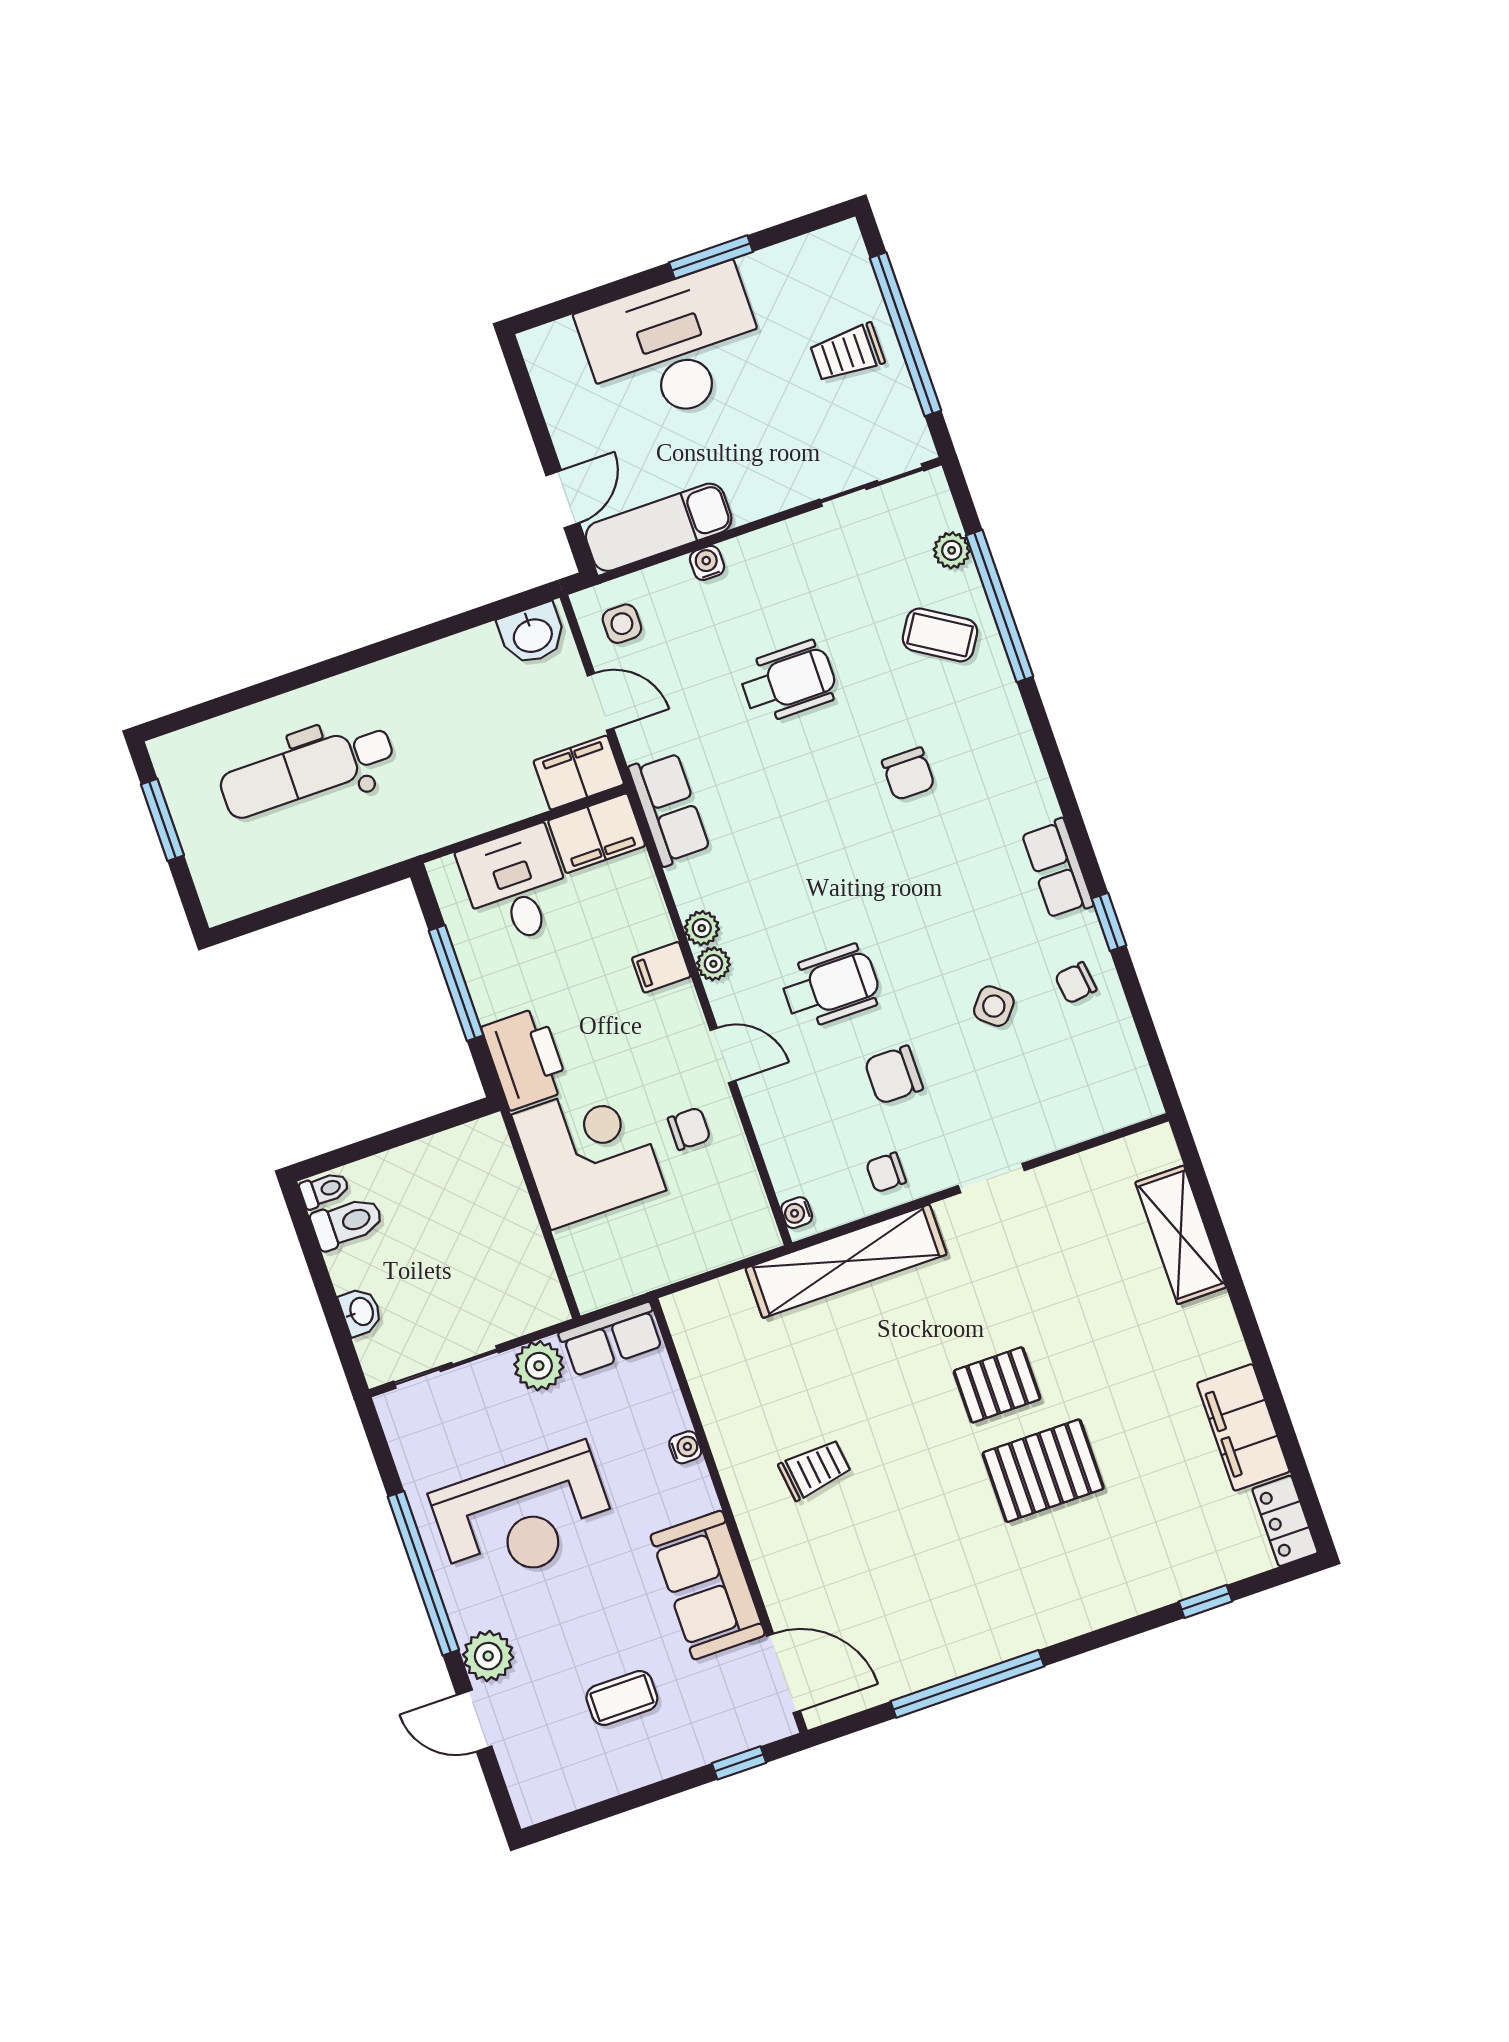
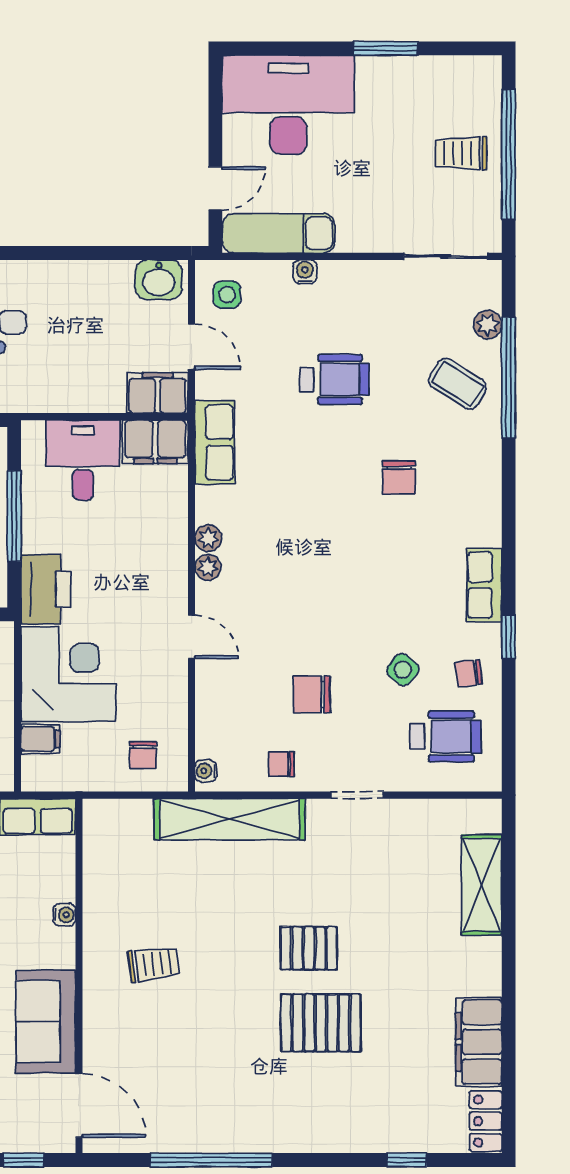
desk: (674, 347) -> (288, 105), moved
filing cabinet: (661, 967) -> (40, 739), moved, turned 180
wheelchair: (831, 986) -> (446, 736), moved
chair: (689, 1129) -> (143, 755), moved, turned 90

